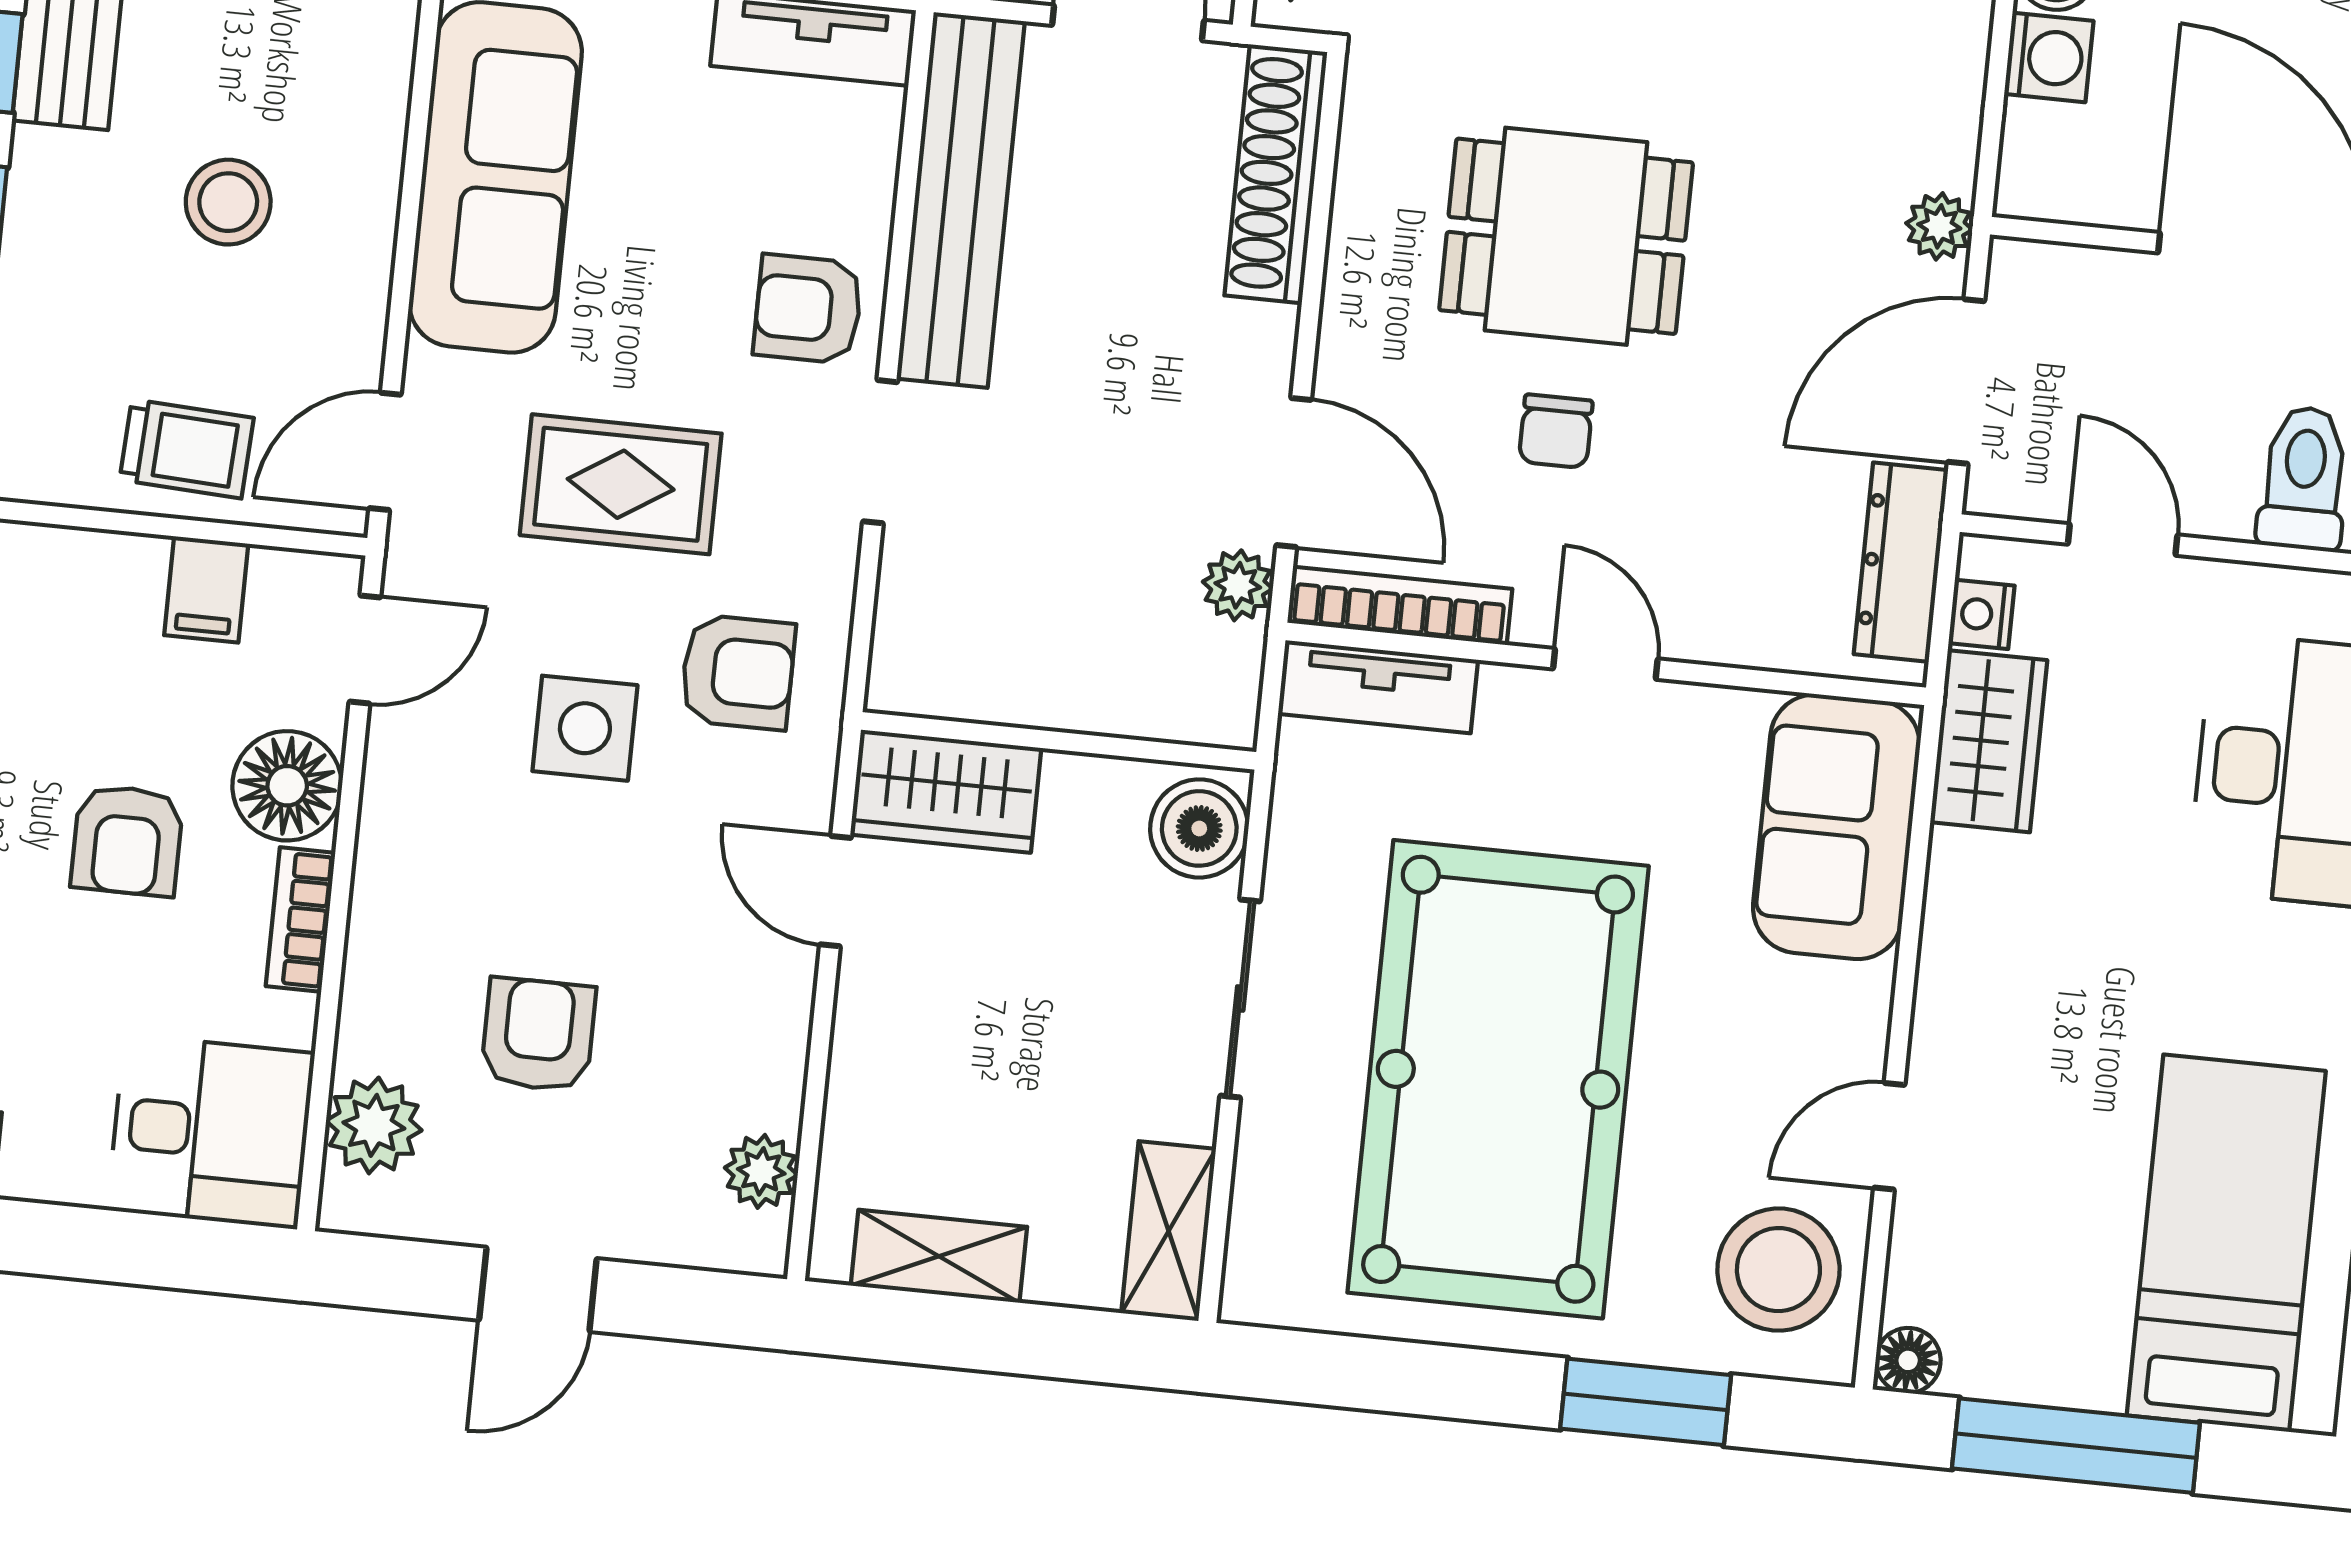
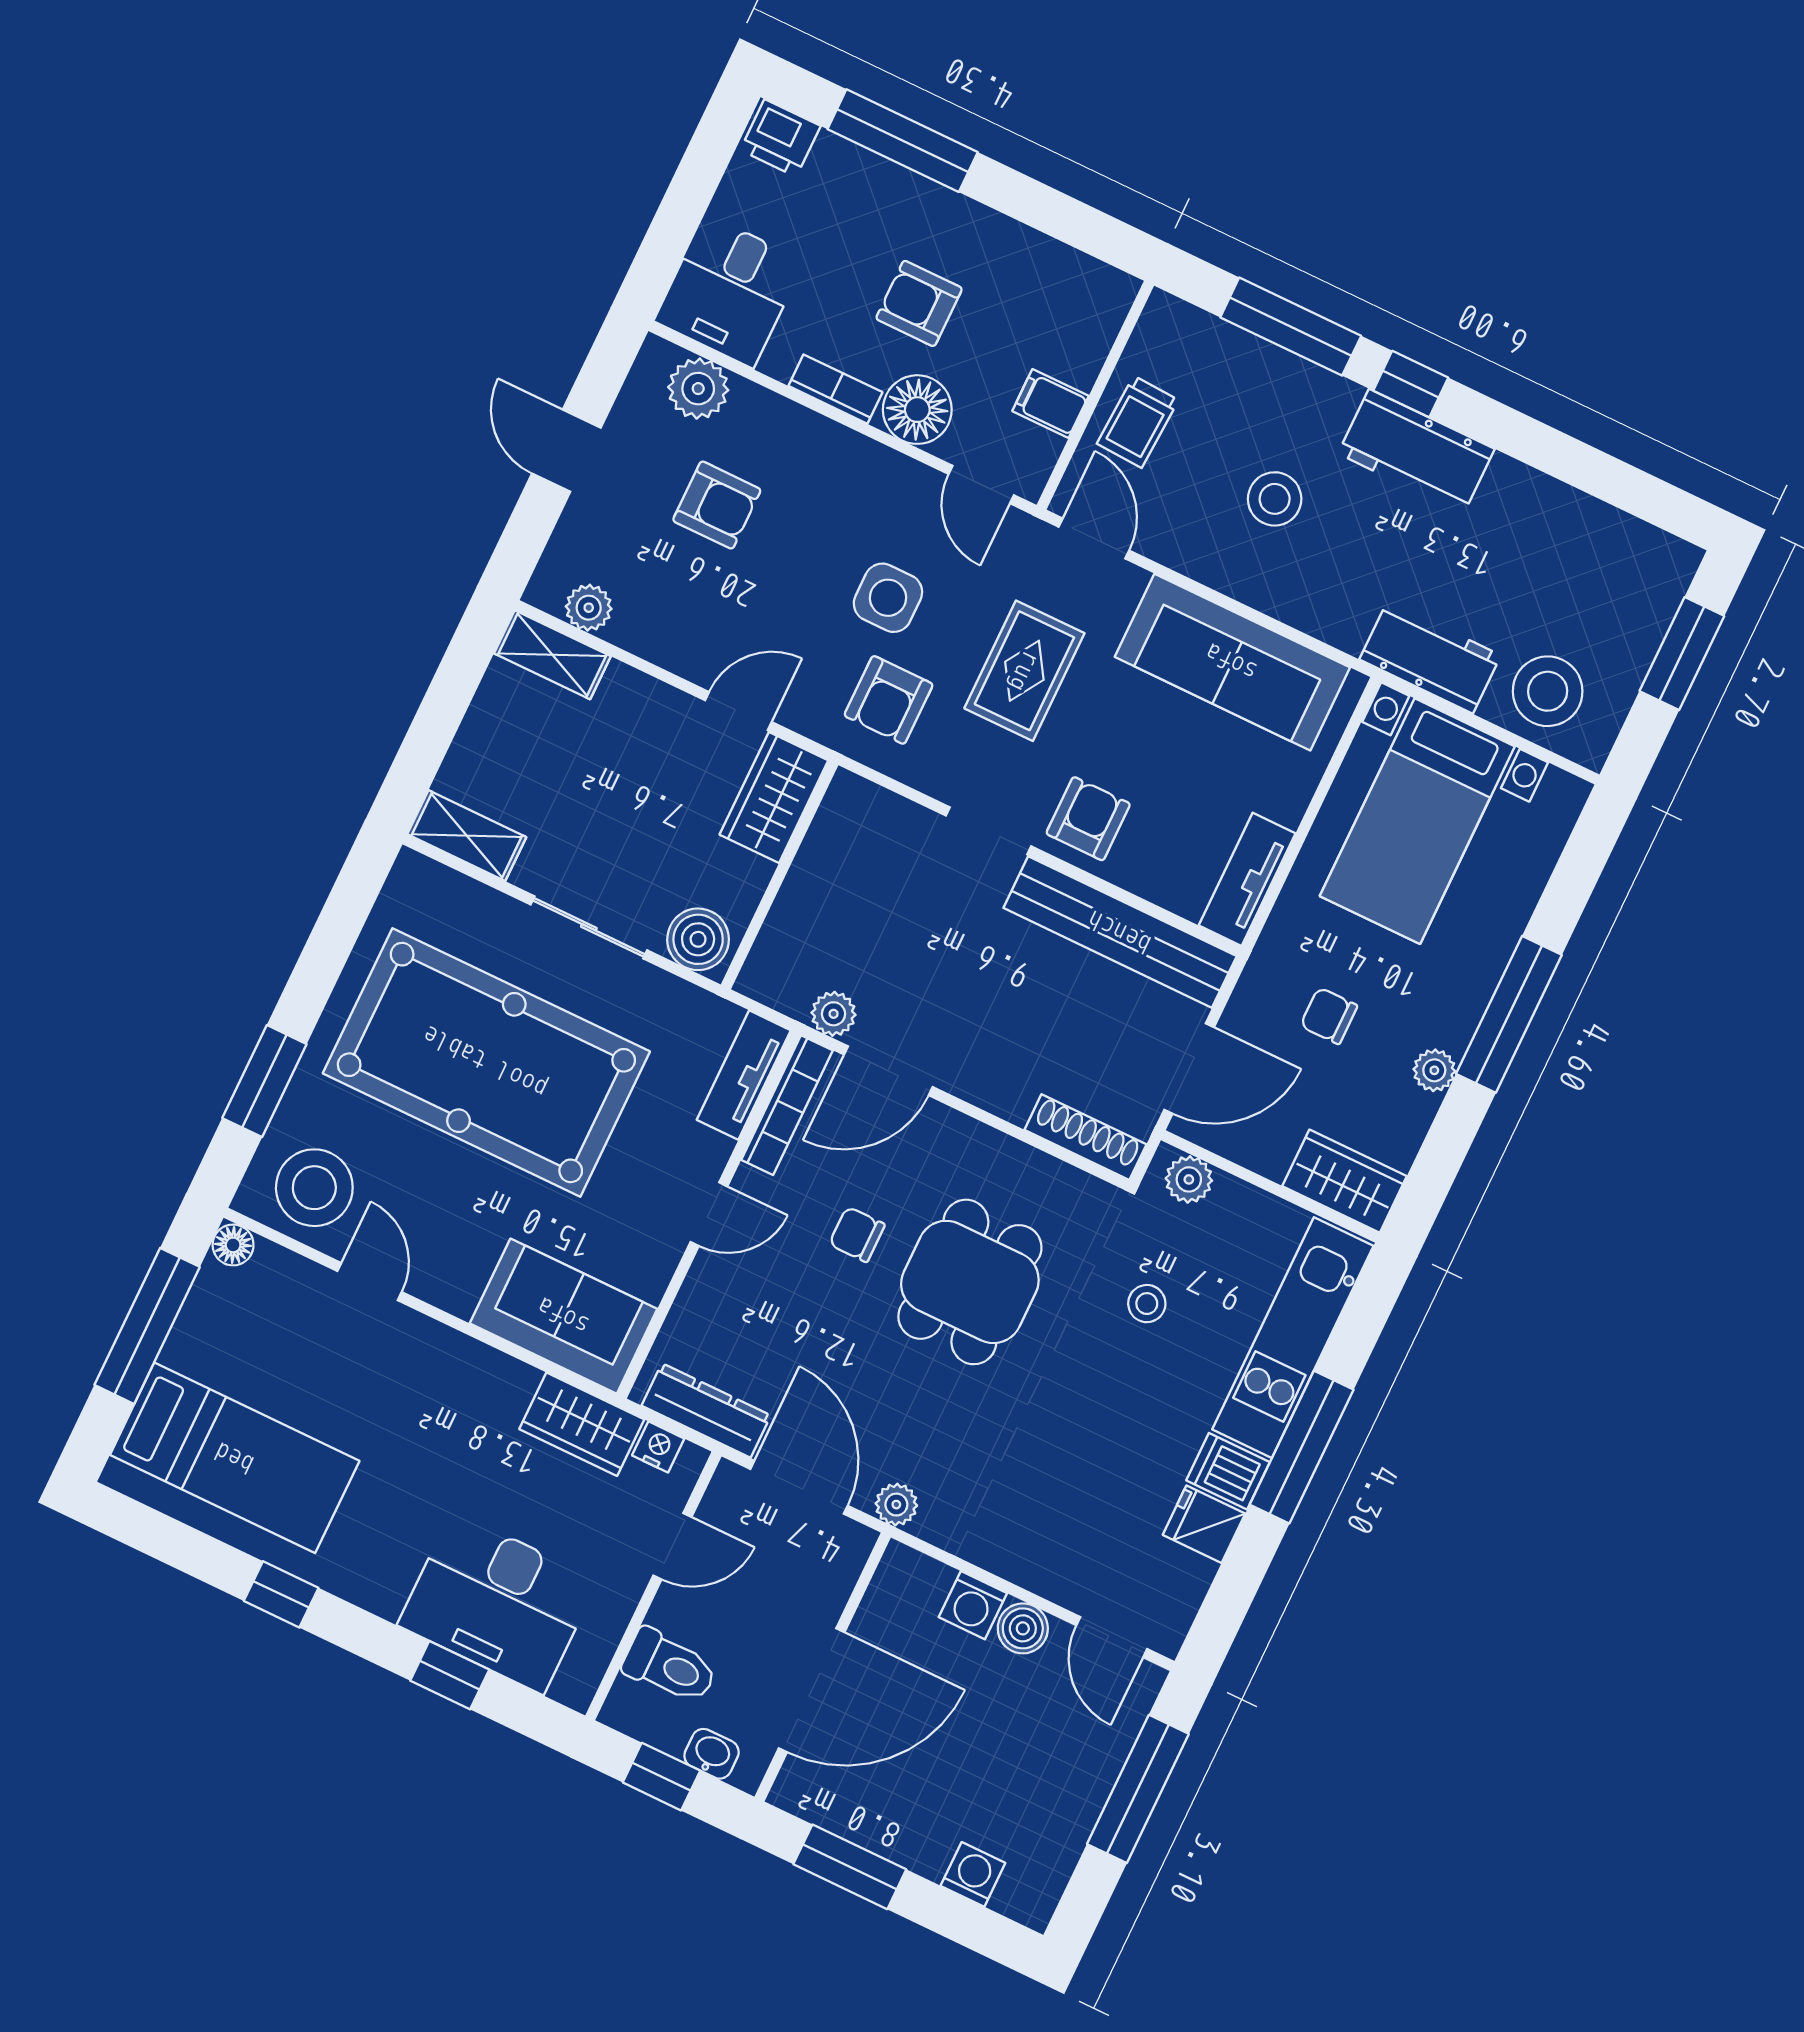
shoe rack: (1276, 174) -> (1085, 1137), width x0.74, depth x0.81
shelving: (939, 1256) -> (552, 655), moved, turned 90

